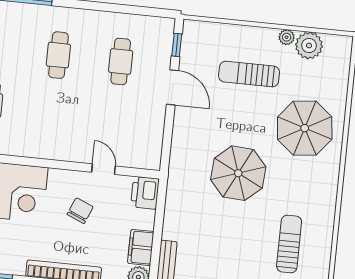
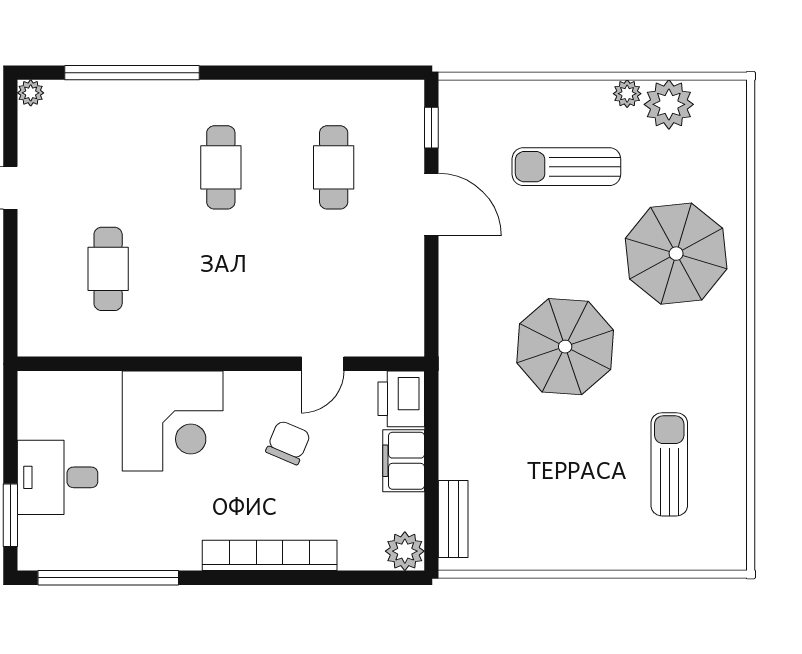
door: (104, 169) -> (323, 364), swing flipped
filing cabinet: (141, 247) -> (404, 461), moved

